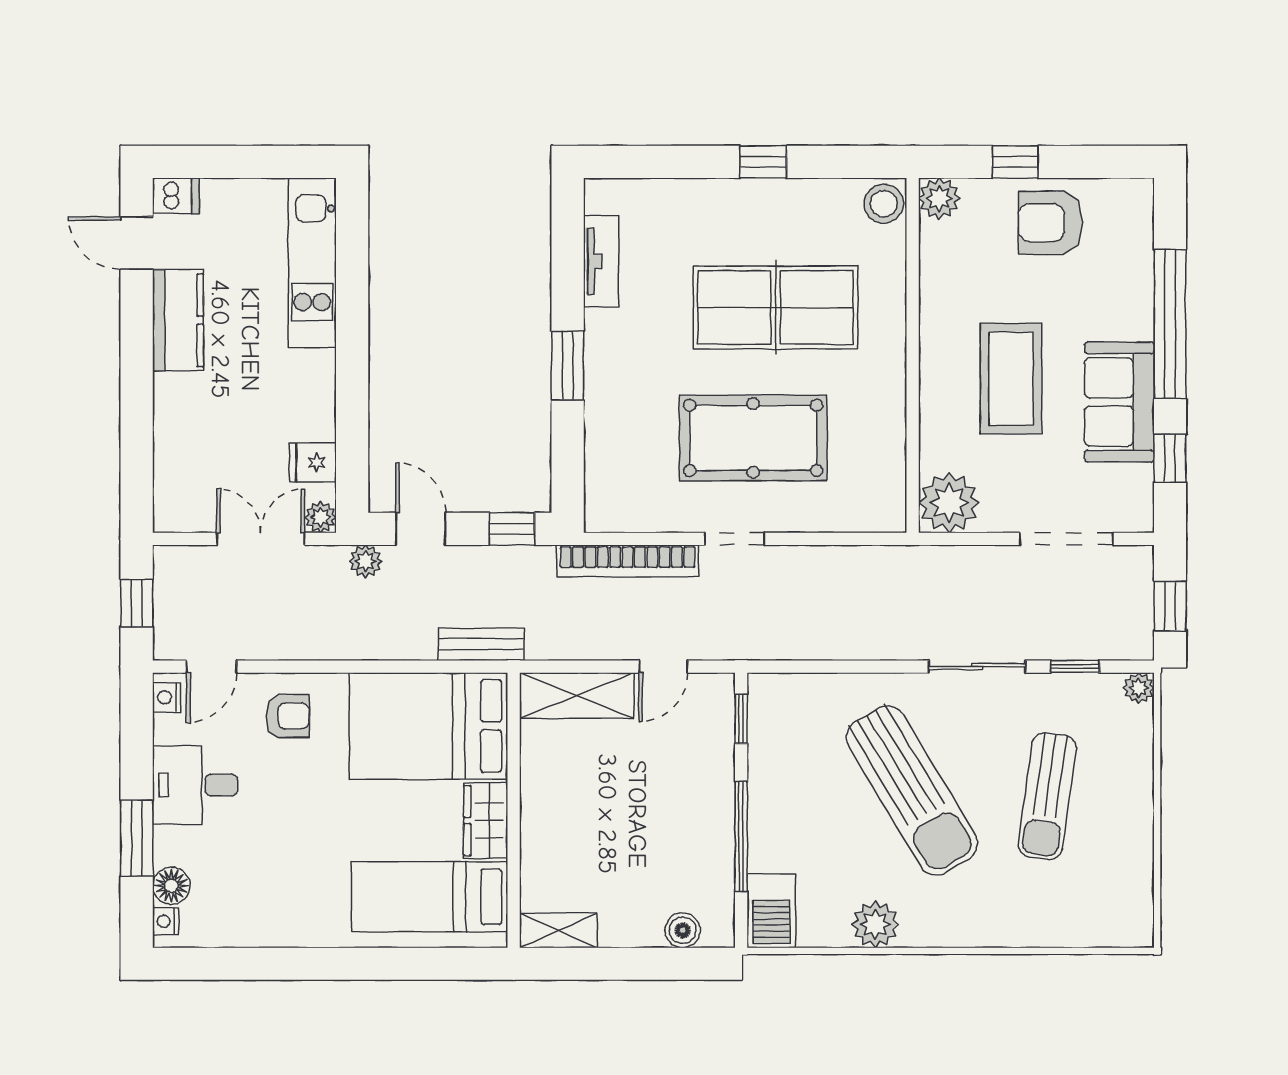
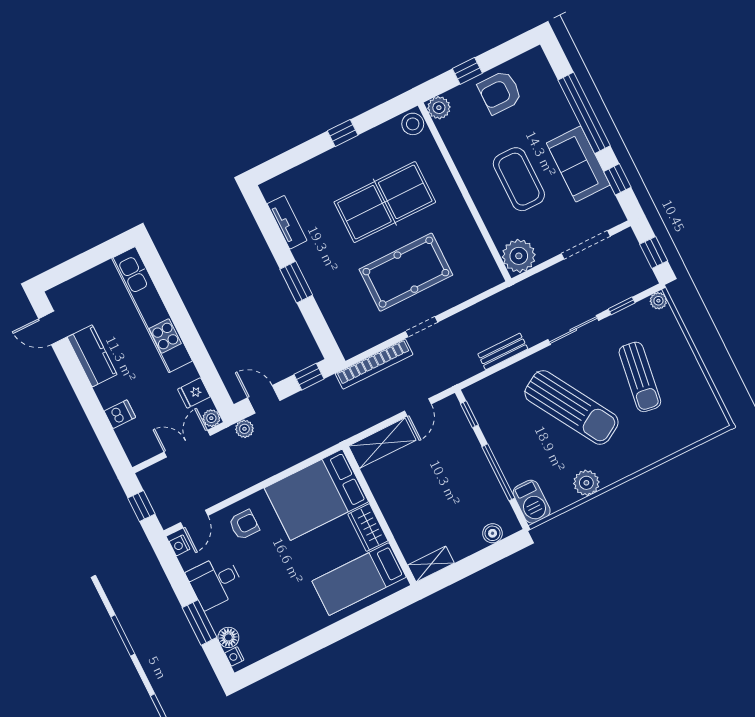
dishwasher: (176, 196) -> (120, 414), moved
kitchen unit: (312, 263) -> (152, 310), width x1.36
bench: (481, 644) -> (503, 351), moved

